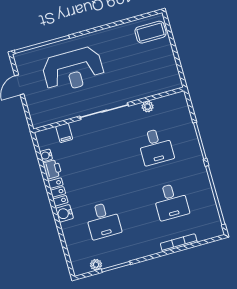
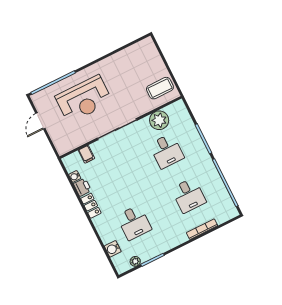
coffee table: (151, 32) -> (160, 88), moved
plant: (148, 107) -> (159, 120), width x1.87, depth x1.87
water cooler: (64, 213) -> (113, 249), moved

